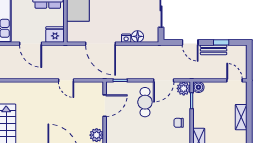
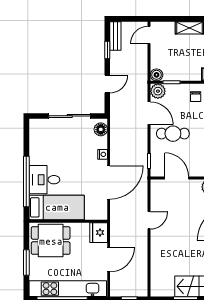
floor lamp: (138, 36) -> (101, 129), moved
bench: (214, 50) -> (115, 36), moved

